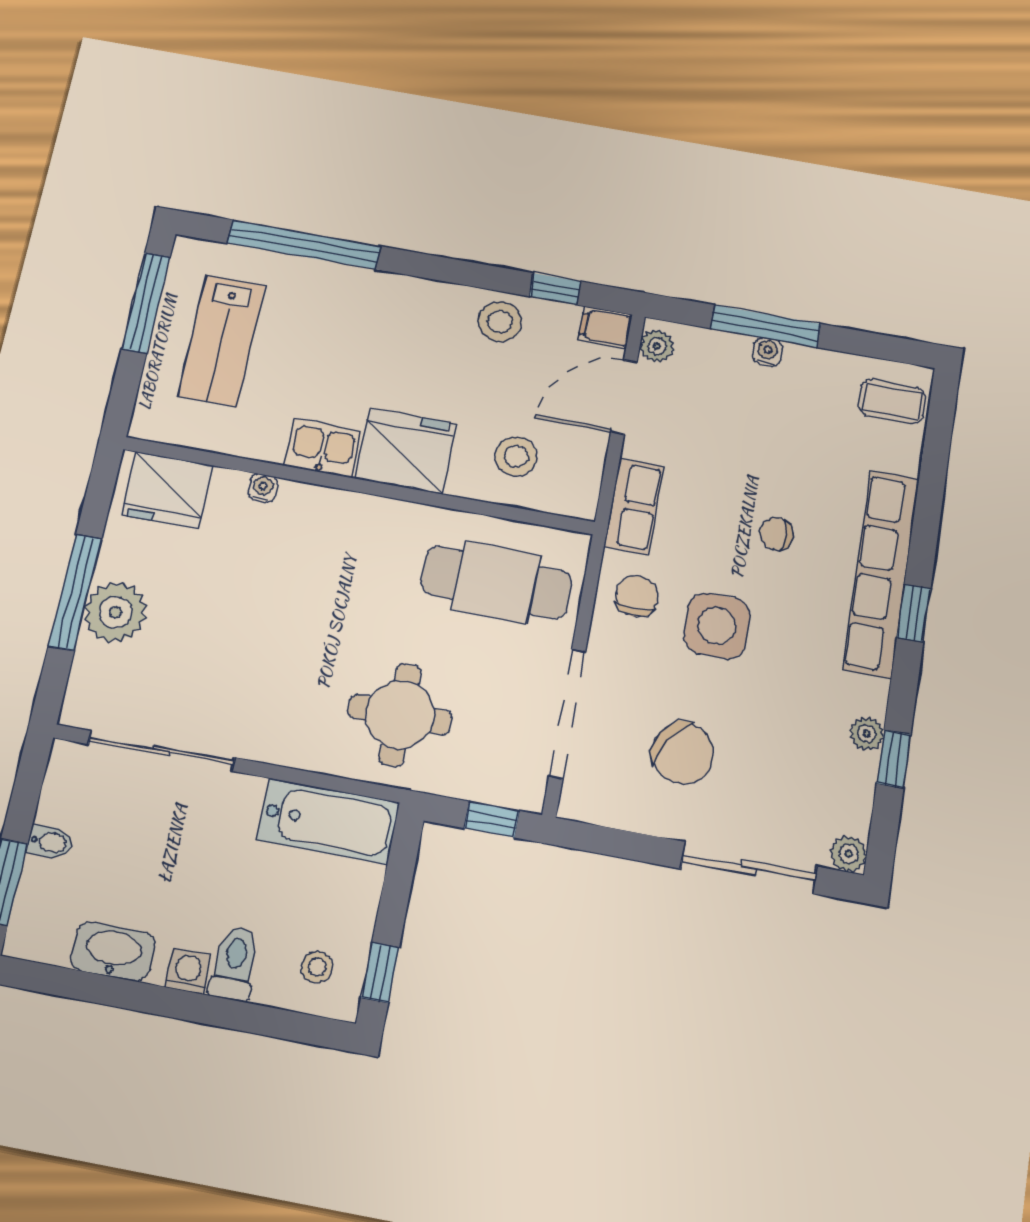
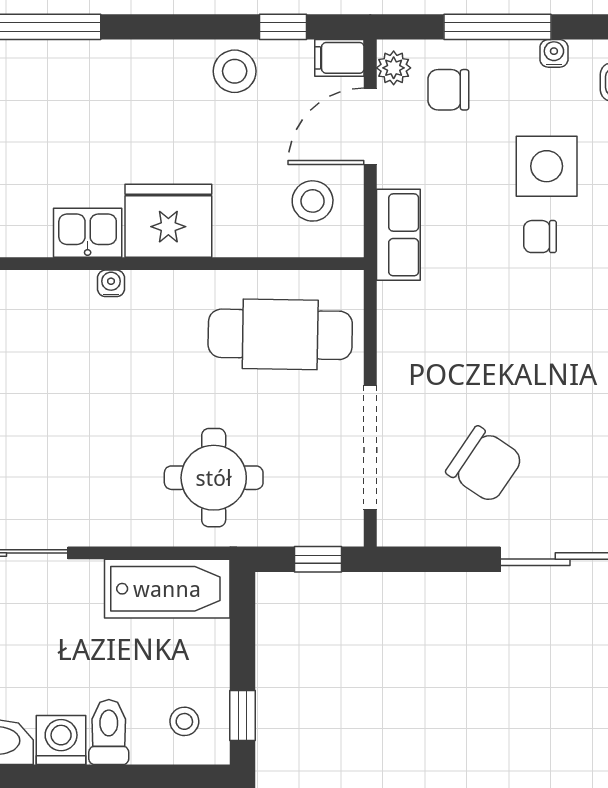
water cooler: (767, 352) -> (554, 53), moved
stool: (516, 456) -> (313, 201), moved
water cooler: (263, 488) -> (111, 283), moved
chair: (637, 596) -> (448, 90), moved, turned -90
side table: (717, 626) -> (547, 166), moved
washing machine: (188, 971) -> (61, 740), width x1.38, depth x1.38

